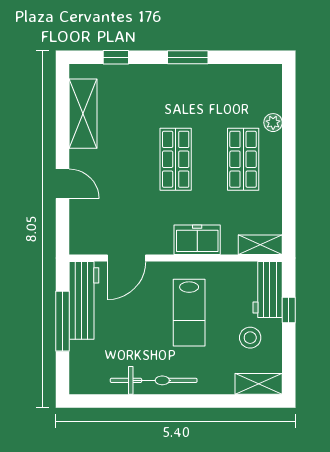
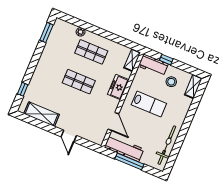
window: (188, 57) -> (46, 32), moved
door: (63, 184) -> (69, 136), swing flipped
bicycle: (154, 380) -> (167, 145), moved

